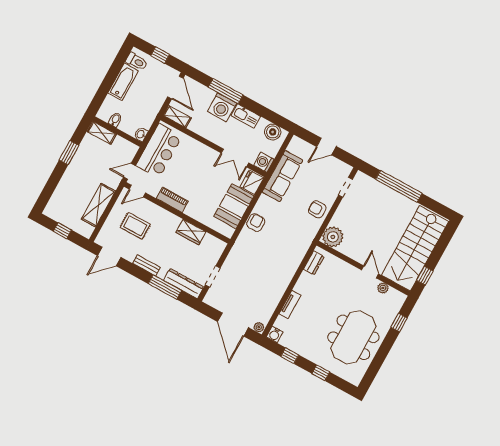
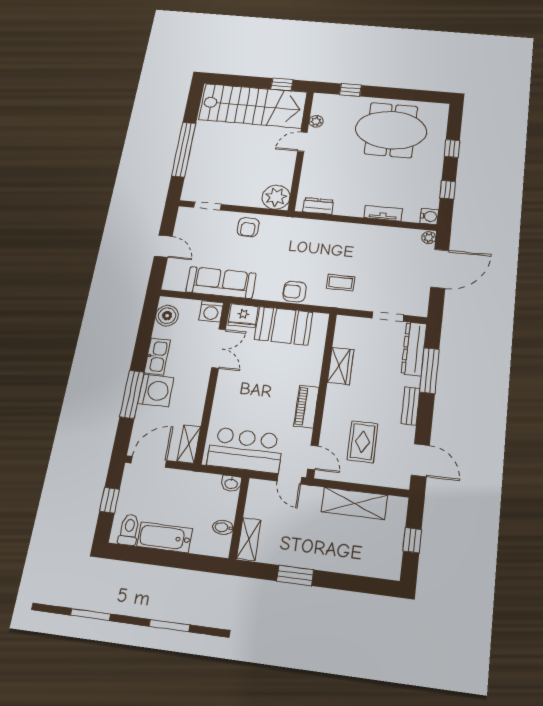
coffee table: (250, 255) -> (341, 283), added

